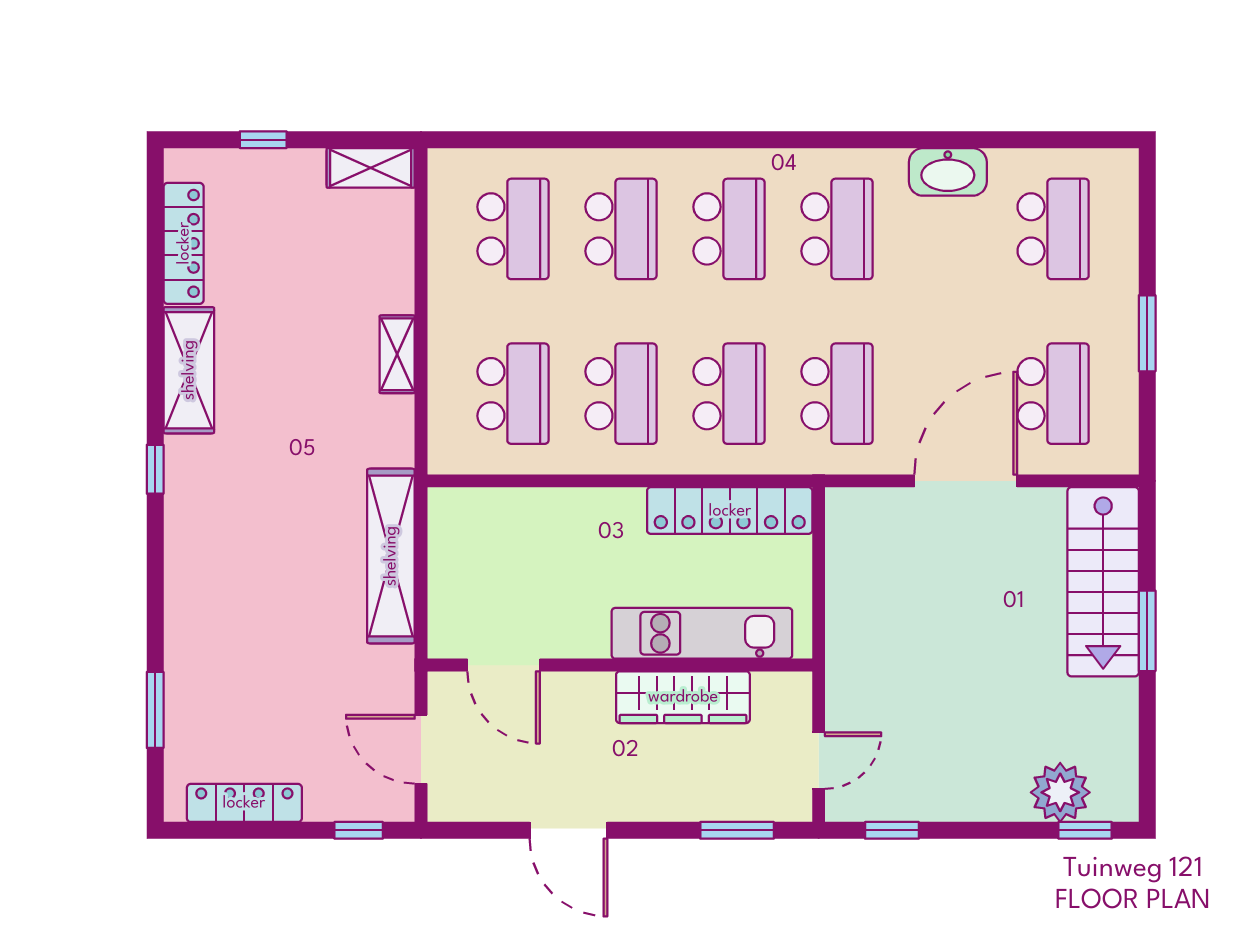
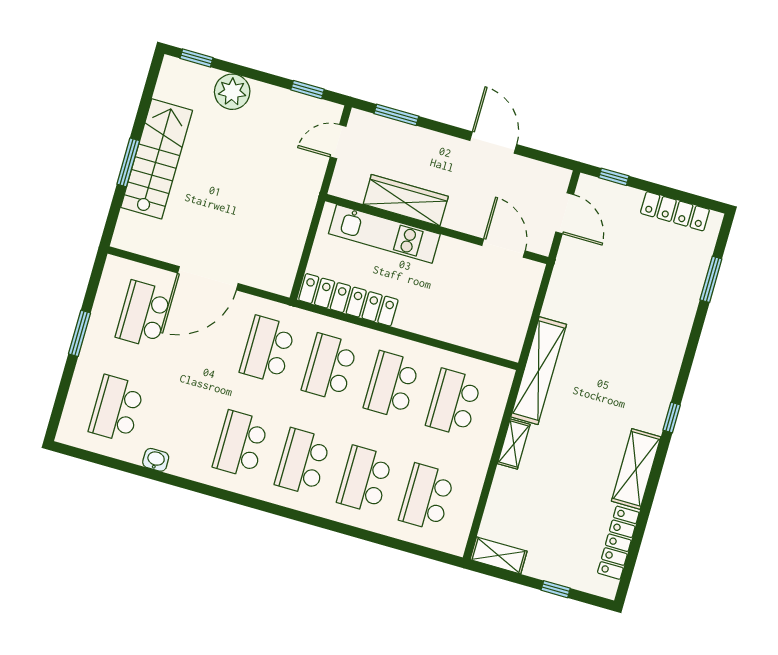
washbasin: (948, 172) -> (156, 460), width x0.52, depth x0.69
shelving: (391, 556) -> (539, 371), moved
stairs: (1103, 582) -> (157, 159), moved
plant: (1060, 792) -> (232, 92), moved

